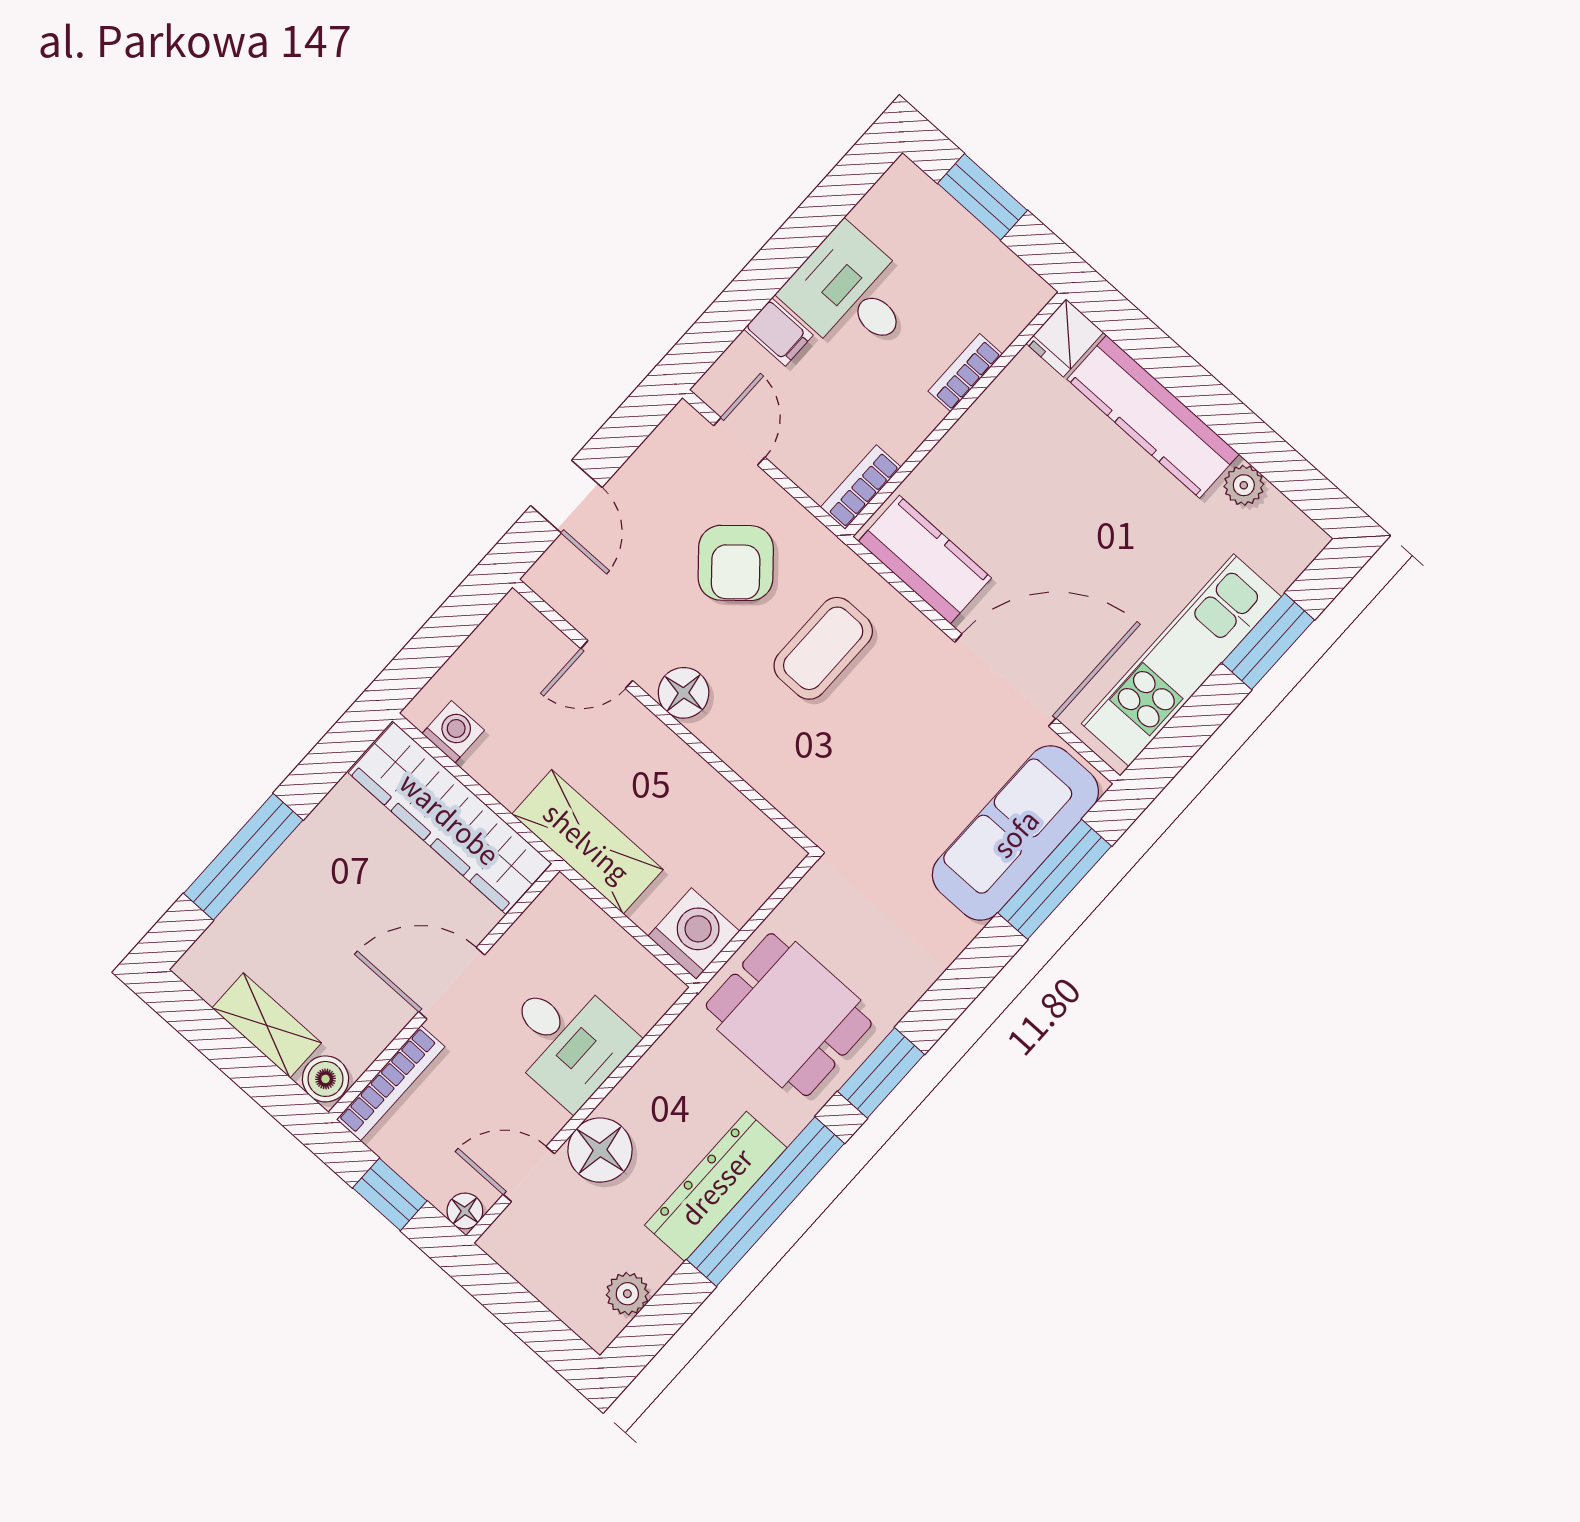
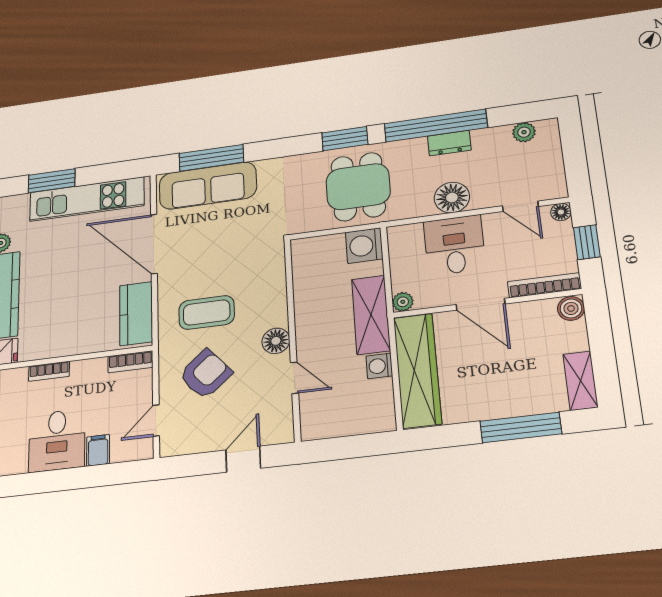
washing machine: (453, 732) -> (379, 366), moved
plant: (561, 897) -> (403, 302), added
shelving: (267, 1025) -> (580, 381), moved
floor lamp: (600, 1150) -> (452, 197), moved
dresser: (716, 1186) -> (449, 143), width x0.51, depth x0.80

